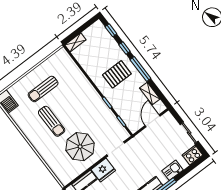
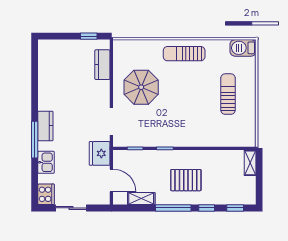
pallet: (117, 74) -> (186, 180), turned 90
sun lounger: (52, 121) -> (184, 54), moved
fridge: (103, 170) -> (100, 153), moved

